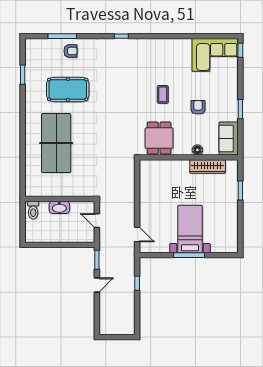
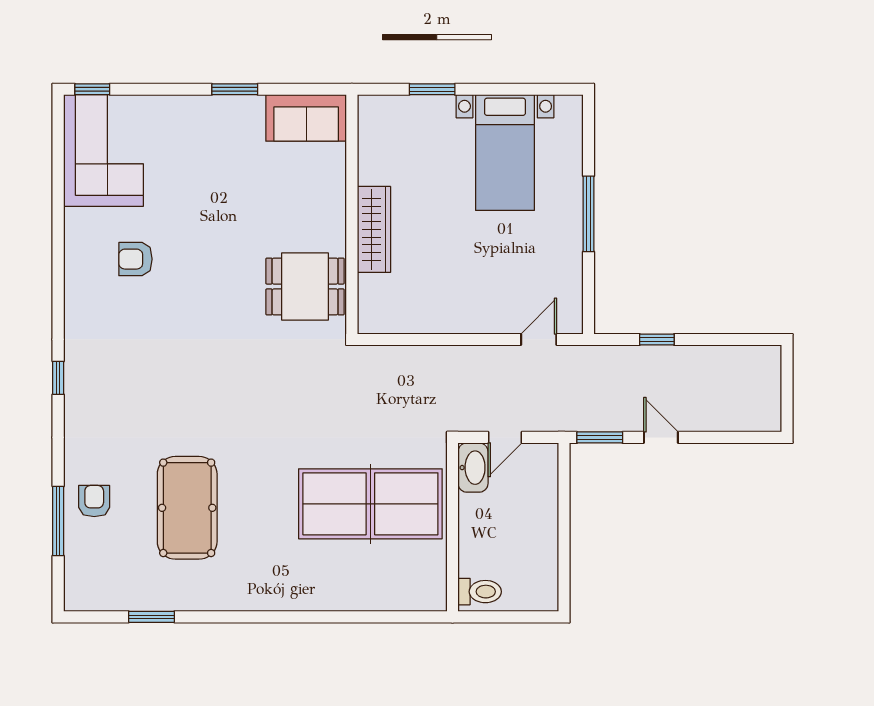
coffee table: (163, 94) -> (199, 278), removed
armchair: (198, 107) -> (135, 259), moved
table tennis table: (56, 143) -> (370, 504), moved
floor lamp: (197, 150) -> (334, 194), removed
wardrobe: (208, 167) -> (374, 229), moved
washbasin: (59, 207) -> (473, 468), moved
bed with nightstands: (190, 229) -> (505, 152), moved, turned -90

